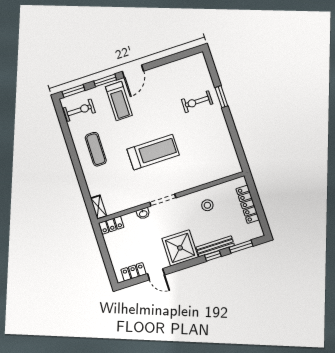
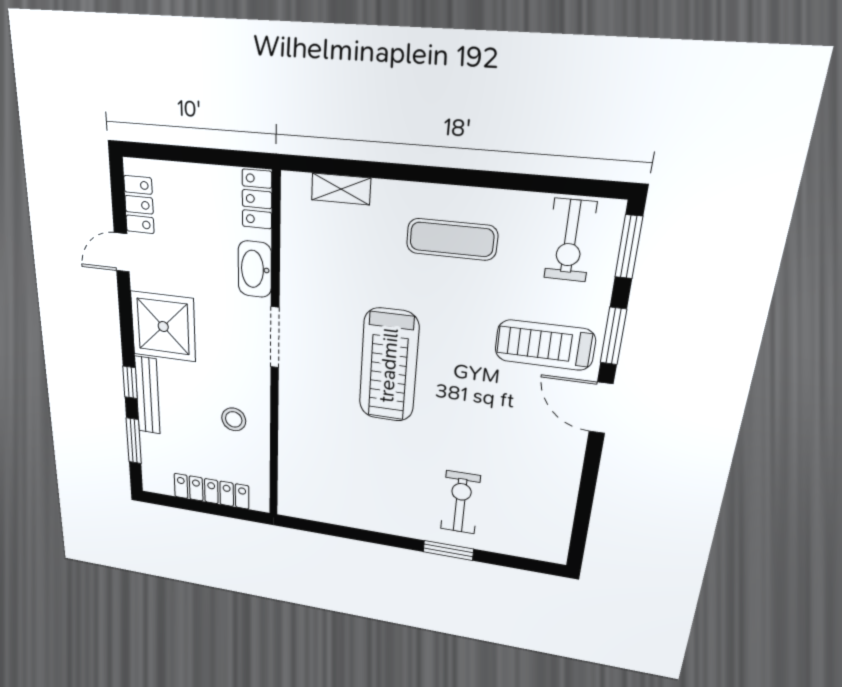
shelving: (99, 207) -> (341, 189), moved
washbasin: (143, 213) -> (255, 269), width x1.91, depth x1.45

